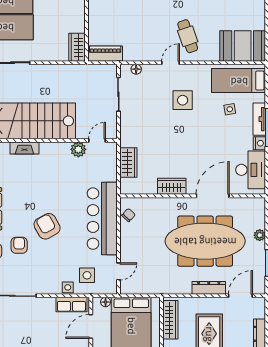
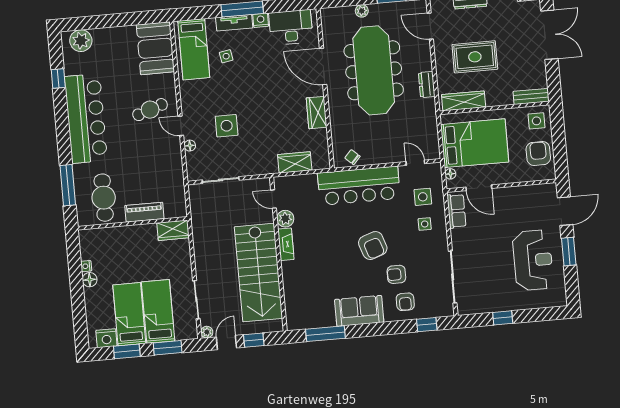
piano: (105, 54) -> (144, 212), moved, turned 90
floor lamp: (136, 69) -> (190, 146), moved
side table: (183, 100) -> (227, 126), moved
fireplace: (24, 148) -> (286, 244), moved
armchair: (47, 226) -> (373, 246), turned -80
side table: (68, 287) -> (425, 224), moved
dresser: (209, 288) -> (427, 85), moved, width x0.70

